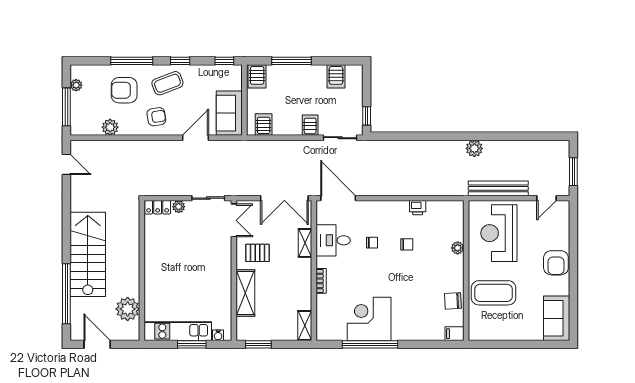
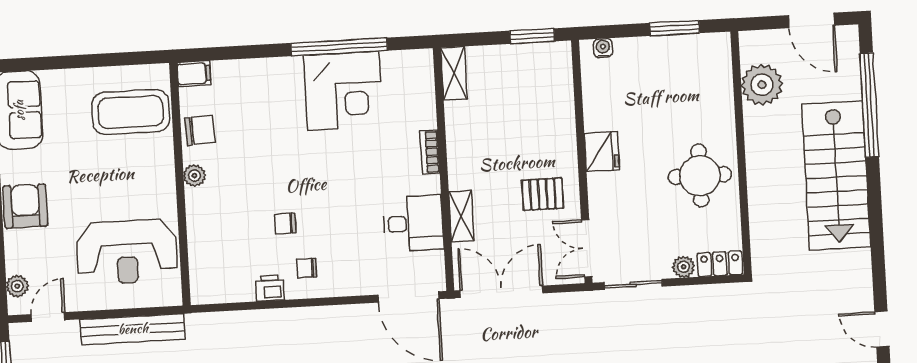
plant: (563, 217) -> (17, 286), added
reception desk: (499, 233) -> (127, 252), turned 90
chair: (372, 243) -> (307, 268), moved
plant: (458, 248) -> (194, 176), moved
round table: (166, 259) -> (700, 176), added
fridge: (222, 276) -> (602, 152), added
shelving: (245, 293) -> (560, 124), removed
coffee table: (494, 293) -> (131, 112), moved
kitchen unit: (178, 331) -> (673, 51), removed
window: (192, 344) -> (675, 28), moved

